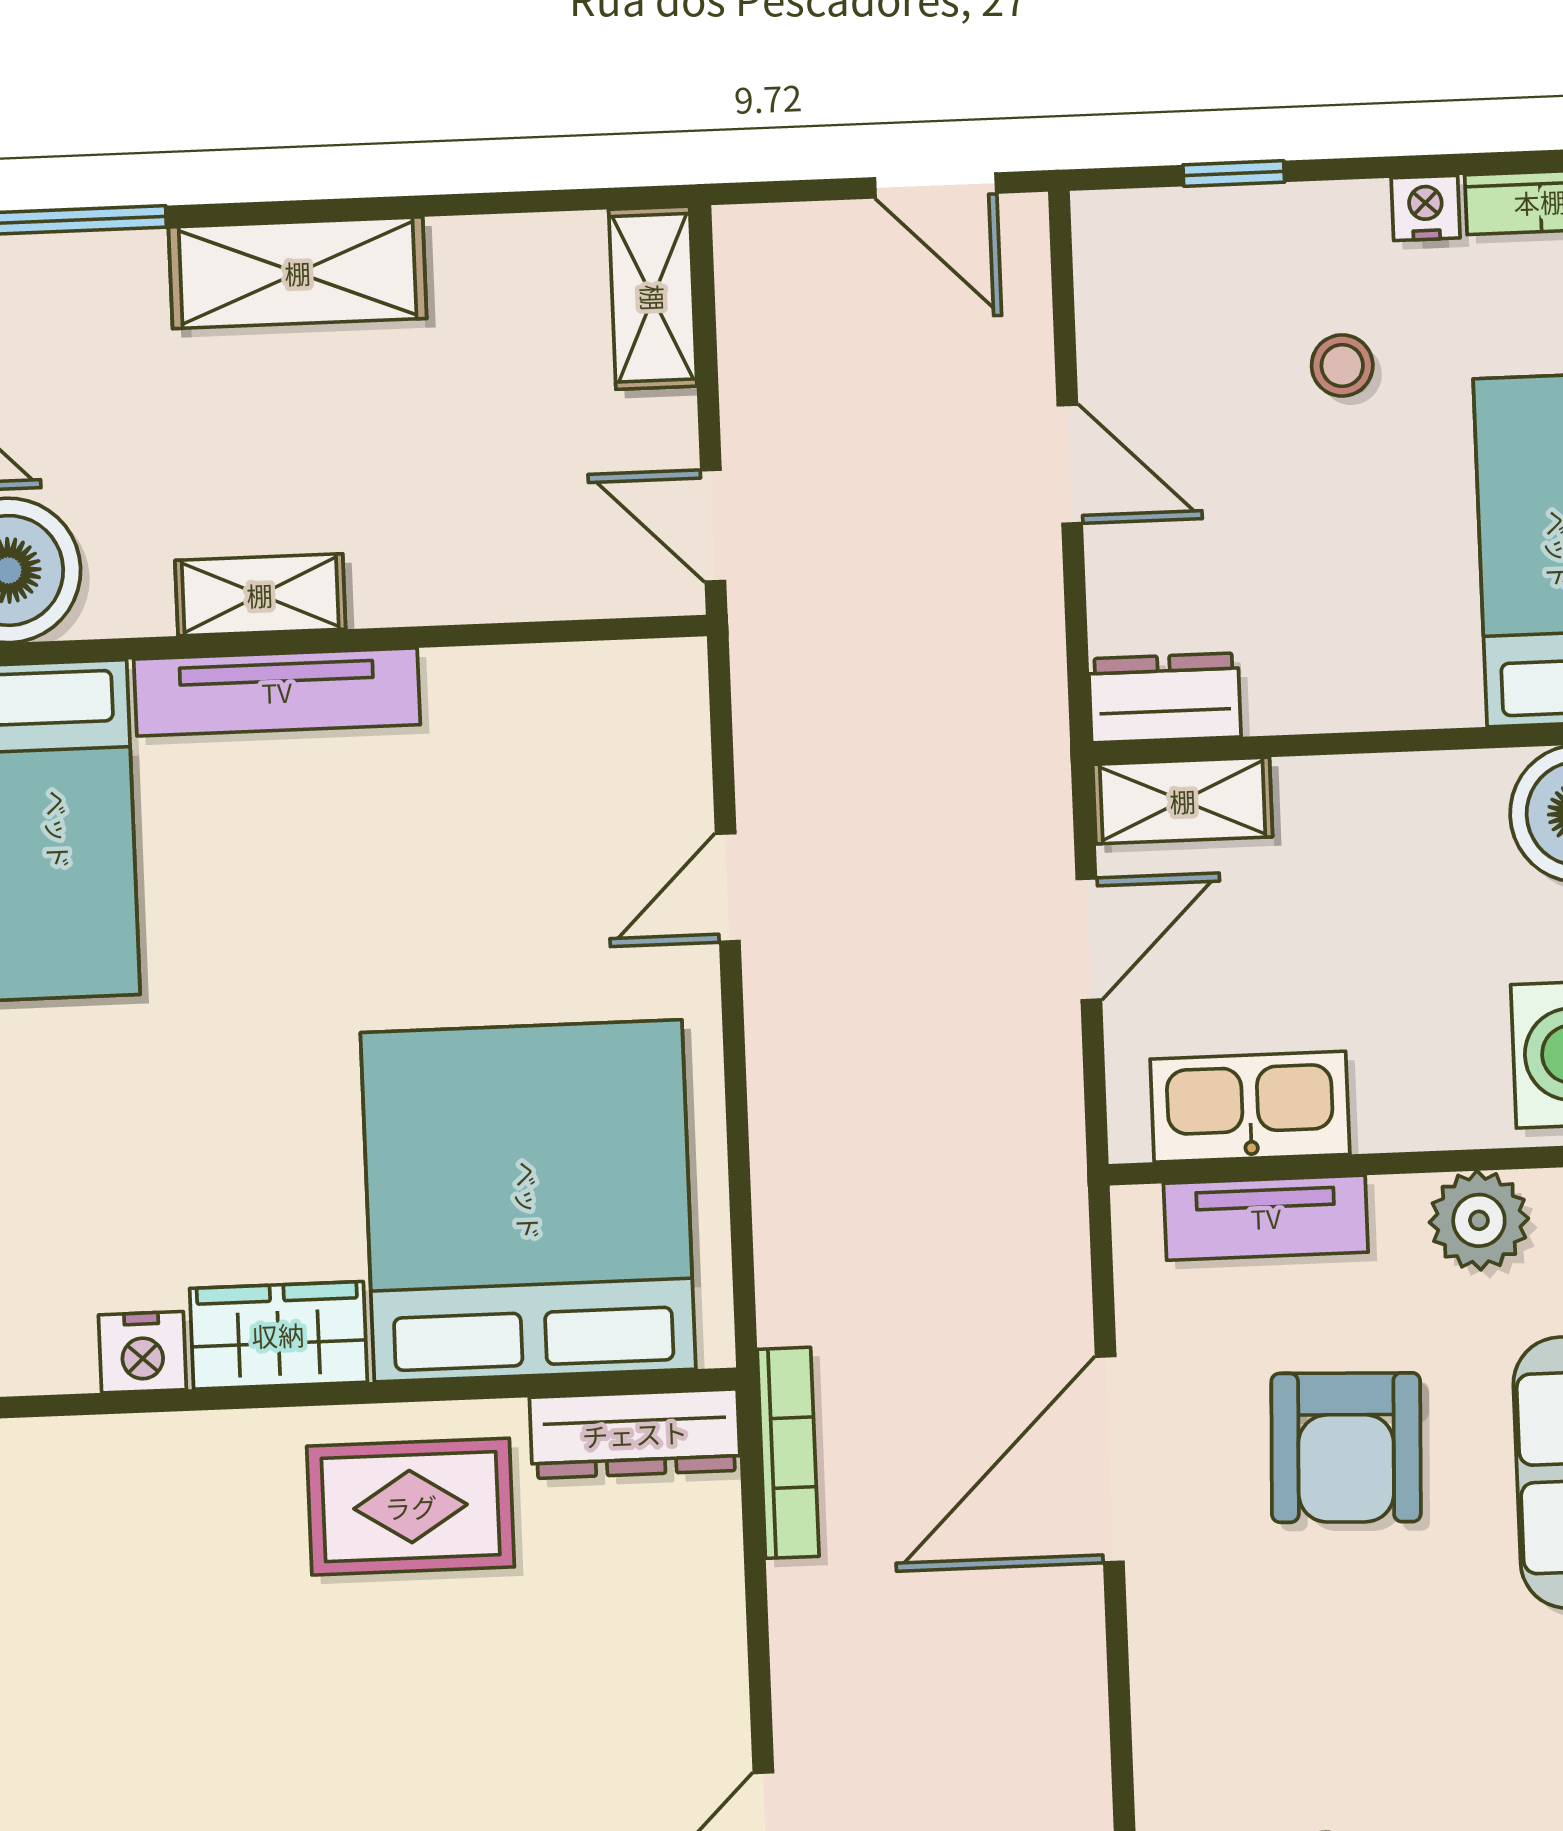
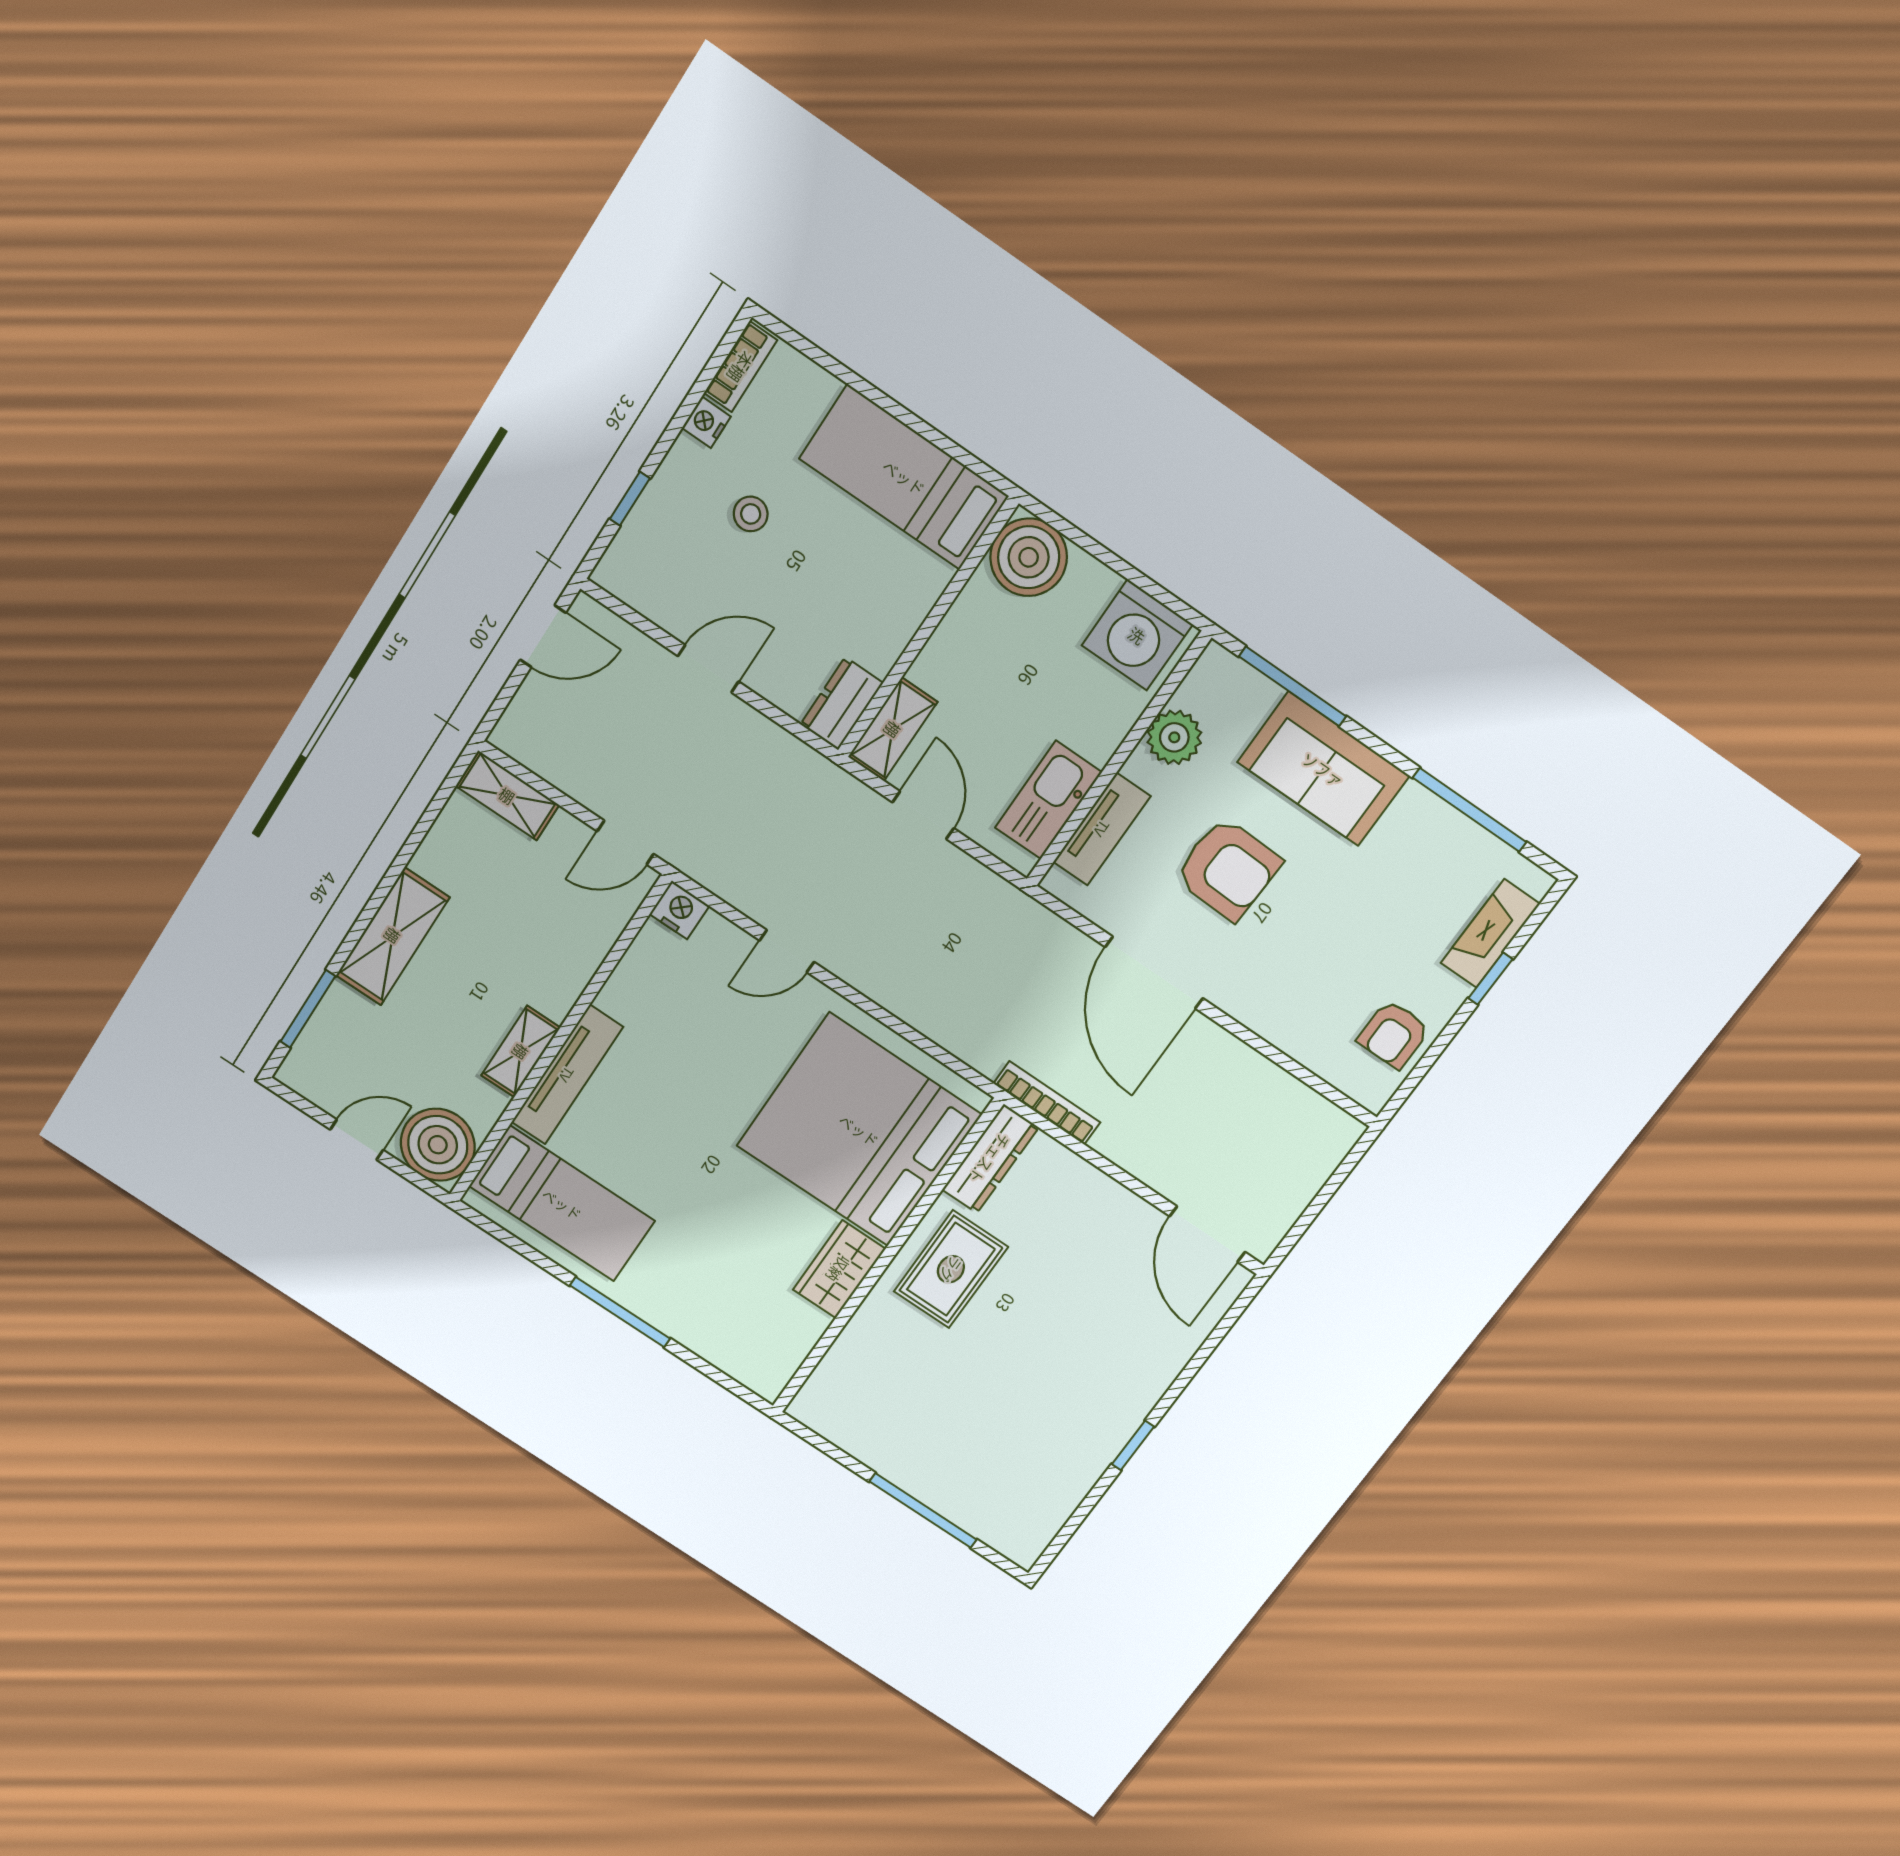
door: (728, 887) -> (787, 951), hinge flipped
nightstand: (142, 1352) -> (679, 910), moved, turned -90

